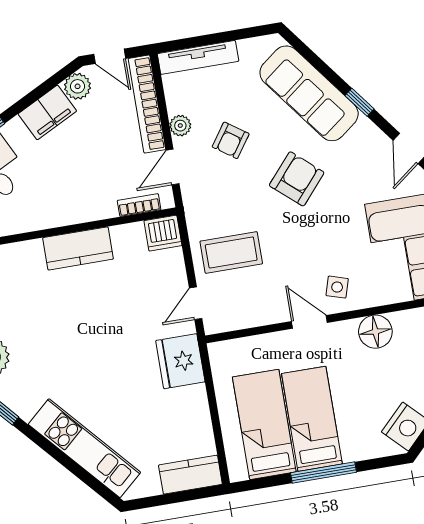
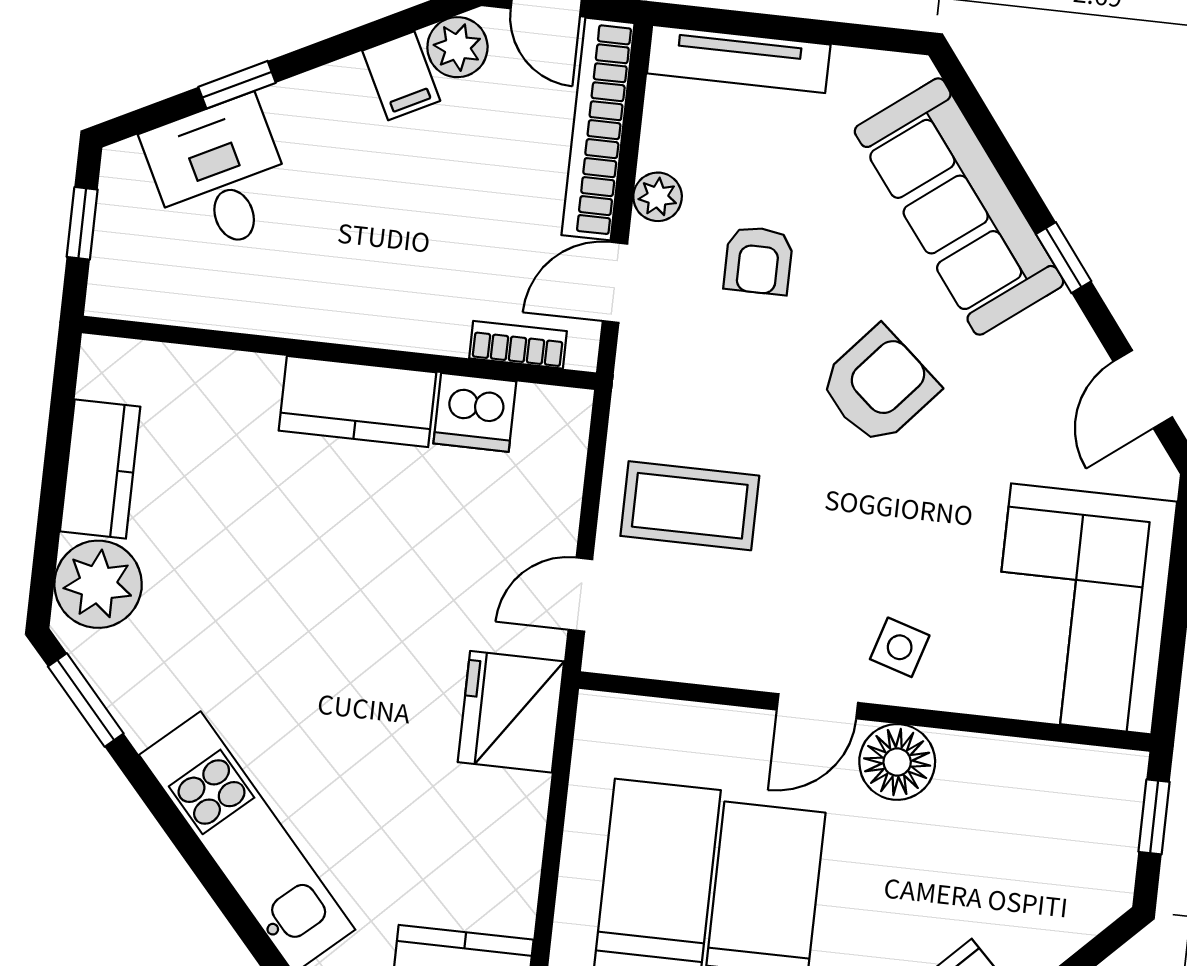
filing cabinet: (47, 112) -> (401, 76), width x0.50
armchair: (231, 140) -> (758, 260), turned -35
dishwasher: (163, 233) -> (475, 412), moved
door: (309, 322) -> (817, 706), swing flipped
floor lamp: (375, 332) -> (897, 762), moved

